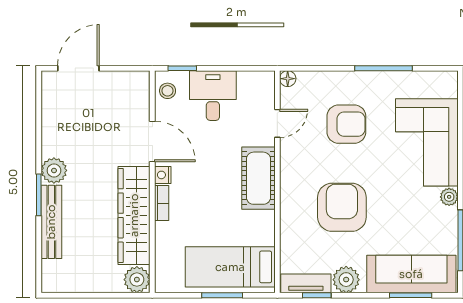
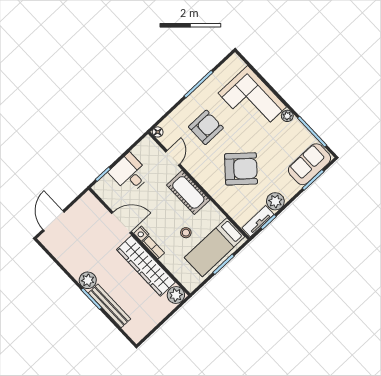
stool: (168, 91) -> (186, 233), moved
armchair: (342, 207) -> (241, 169), turned 131
sofa: (411, 274) -> (309, 164), width x0.73

